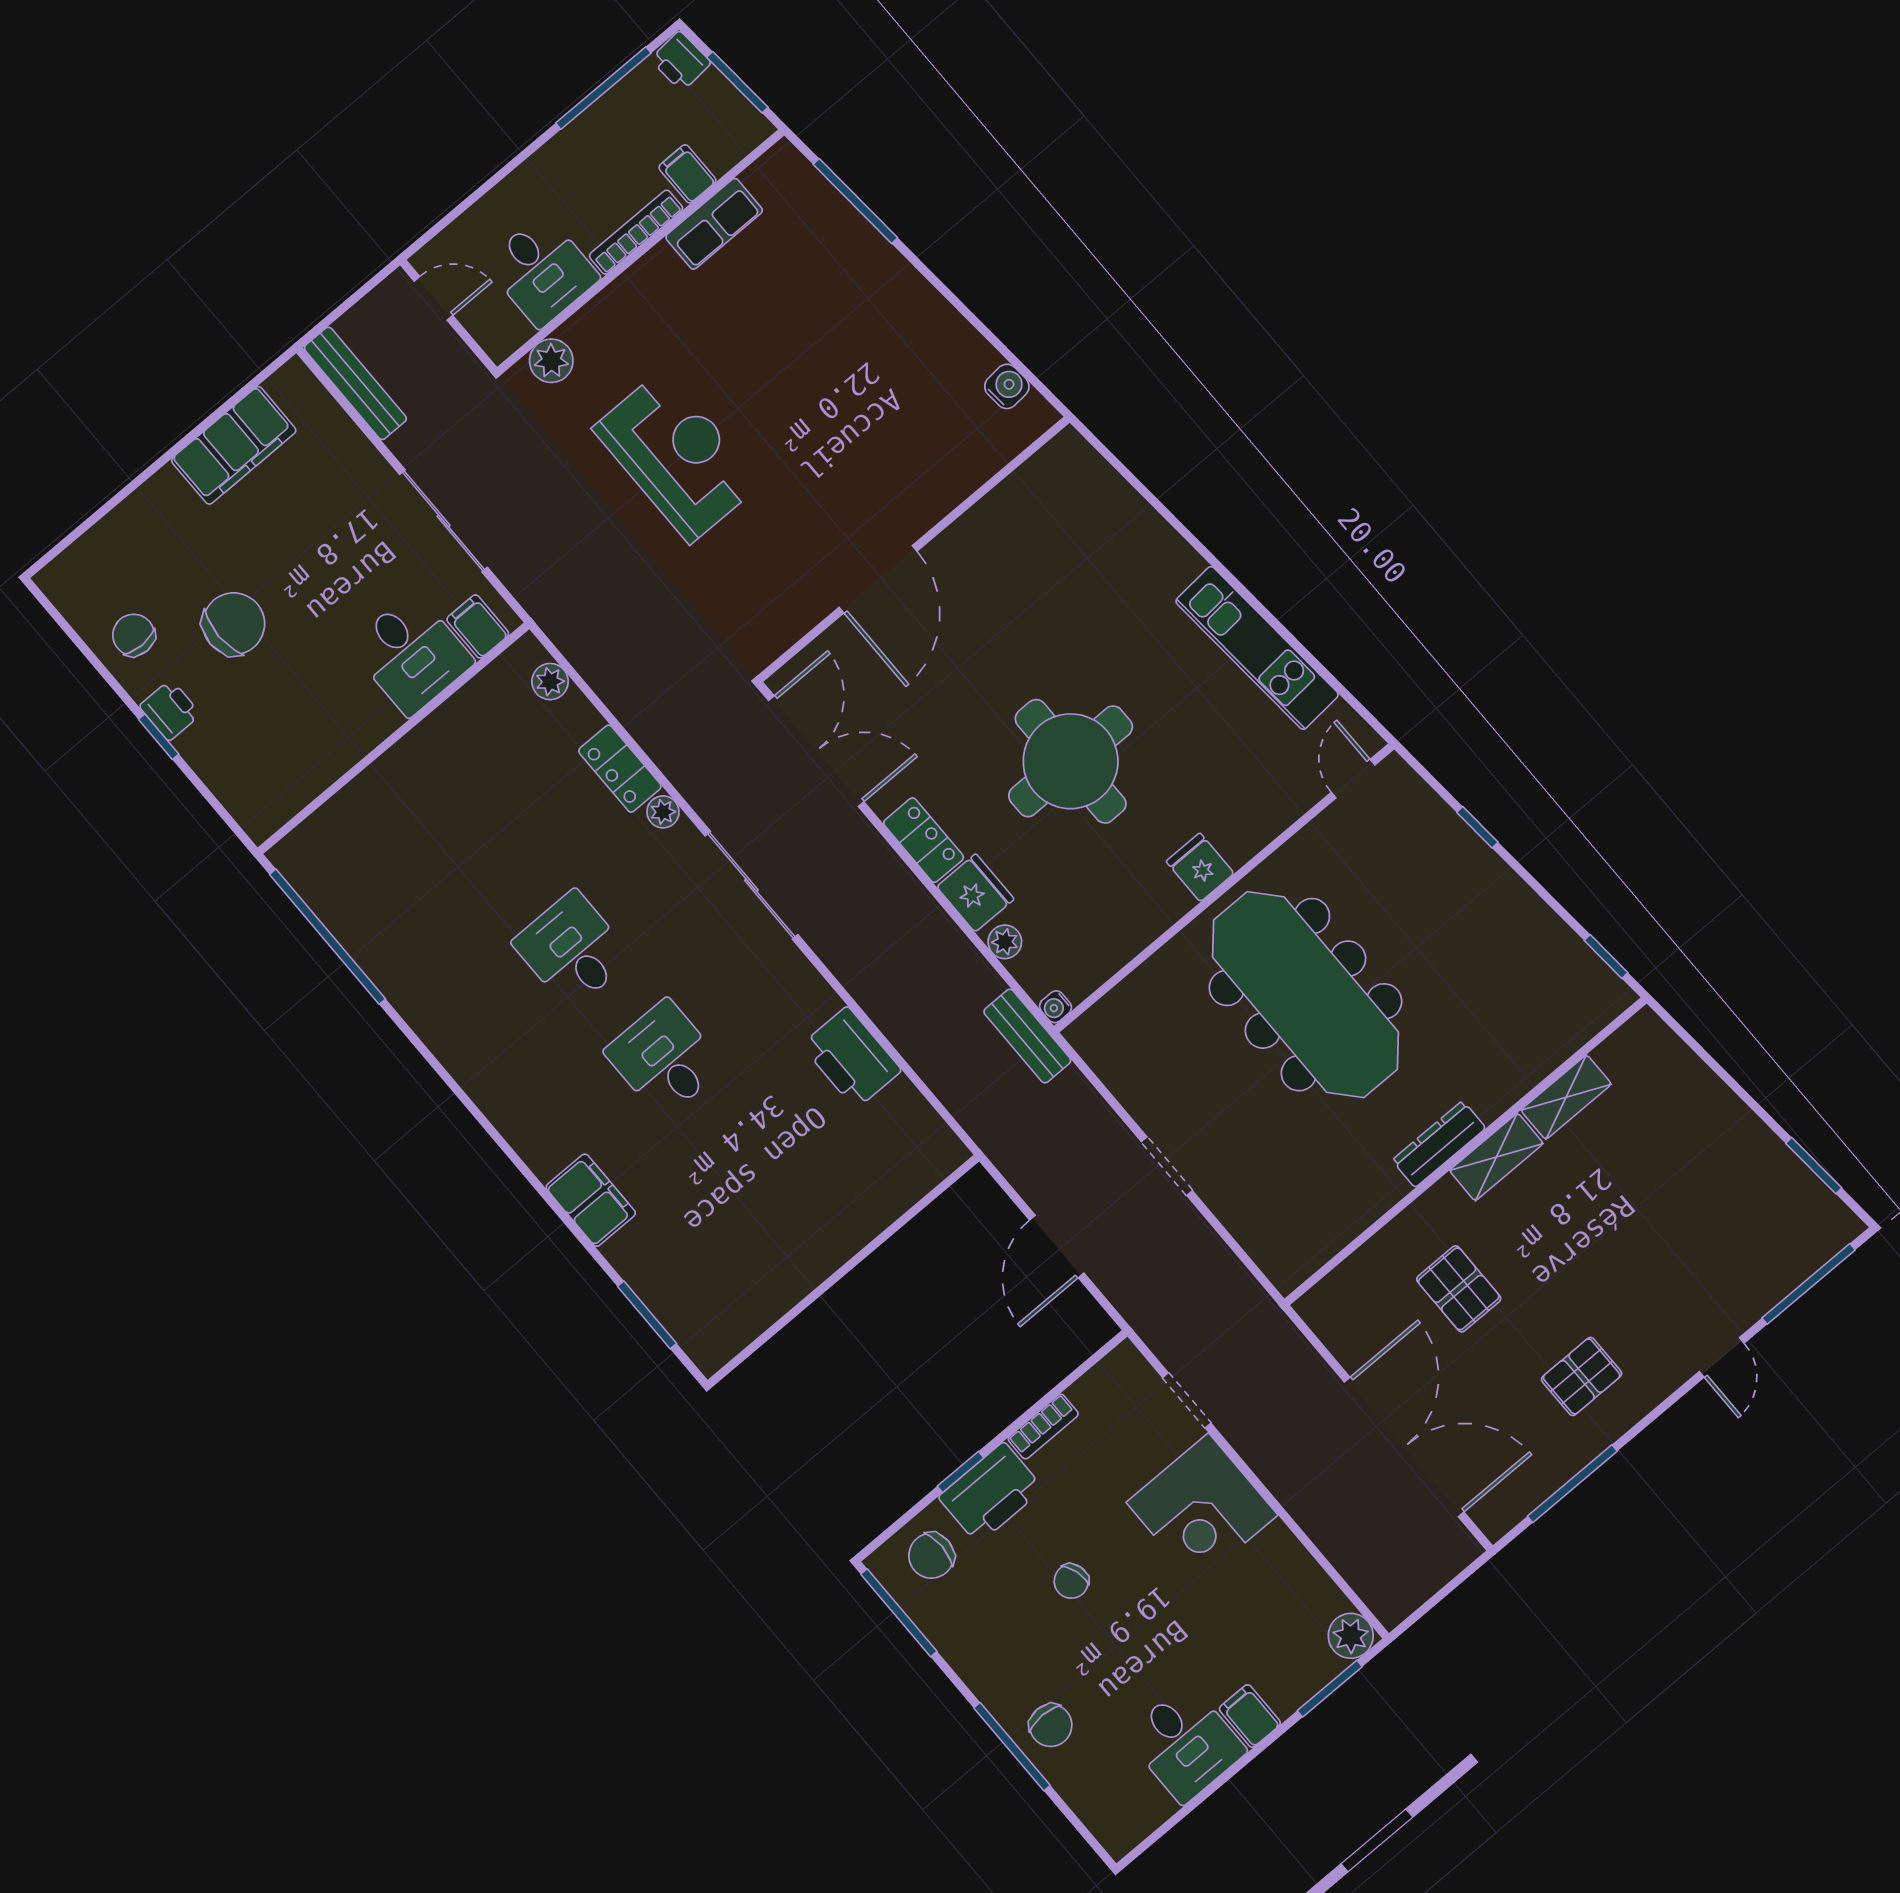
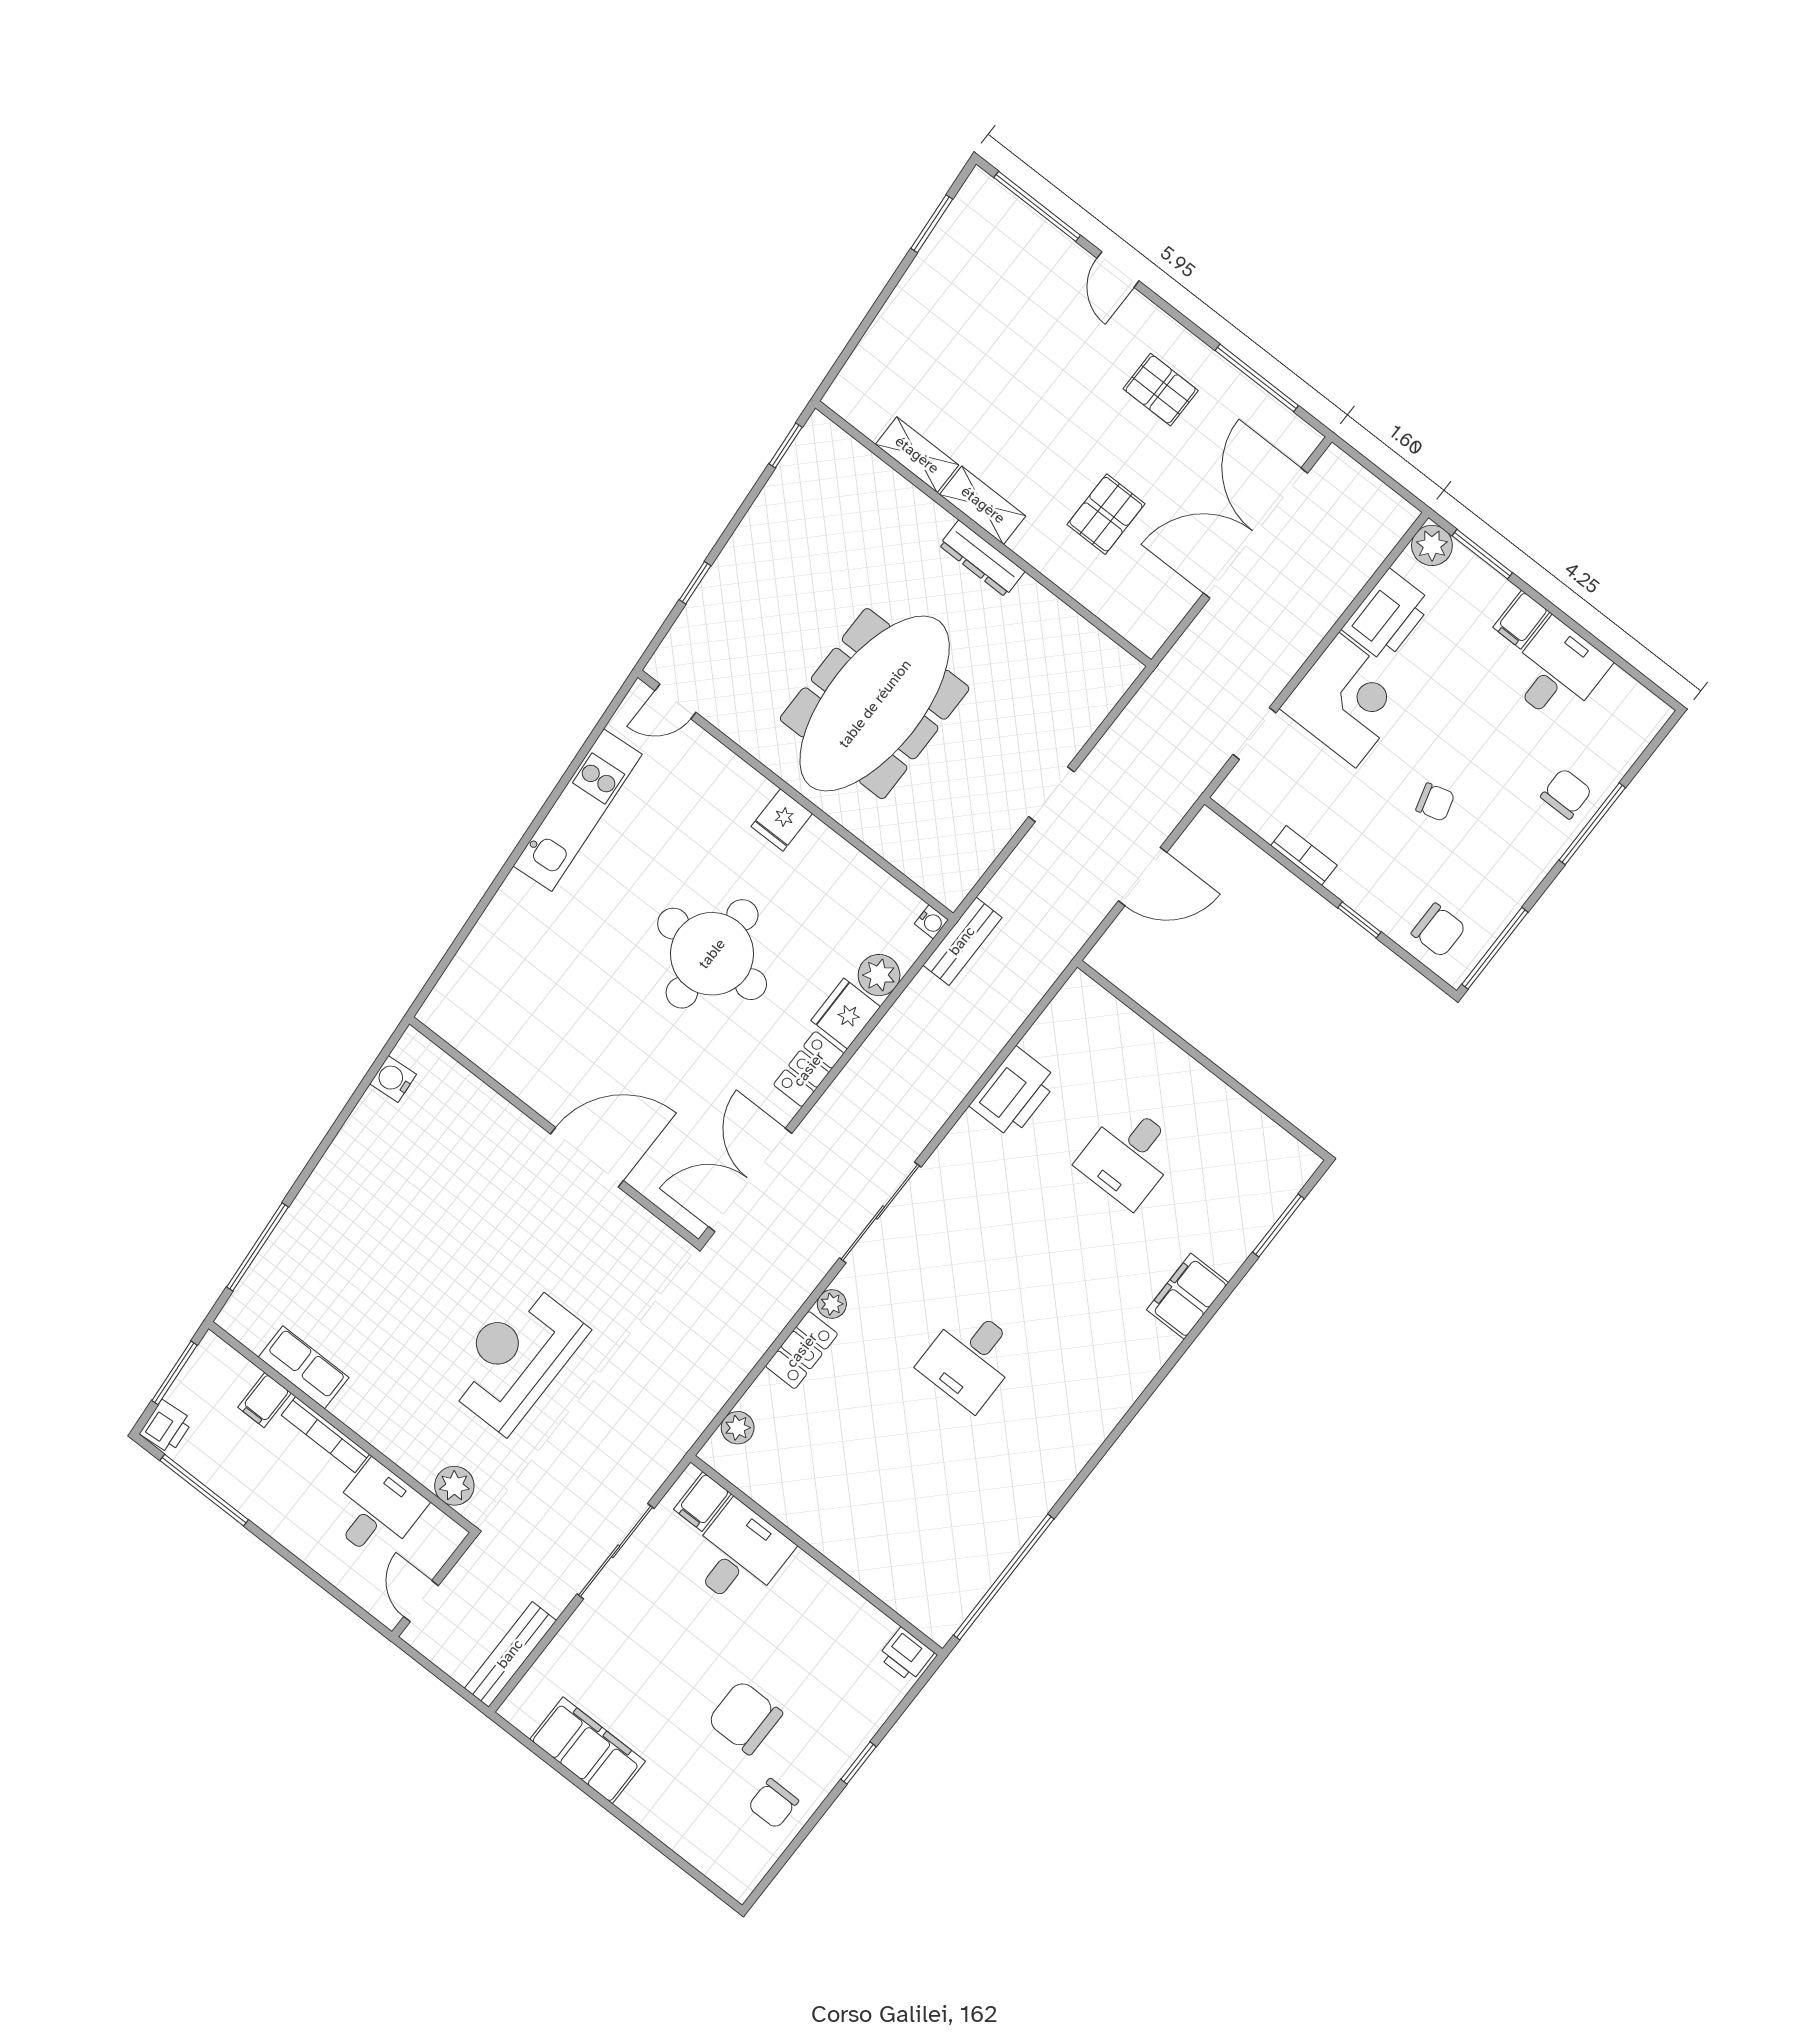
printer: (170, 710) -> (906, 1655), moved, turned -90
plant: (1005, 942) -> (879, 975), width x1.38, depth x1.38
desk: (664, 1059) -> (1129, 1156), moved
door: (1722, 1357) -> (1118, 270), swing flipped
printer: (991, 1493) -> (1387, 616), moved, turned 90

